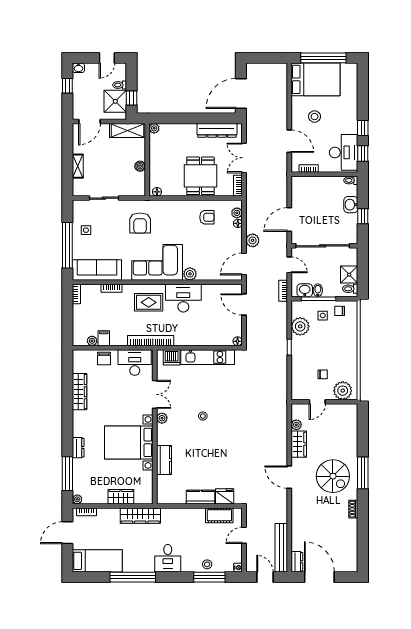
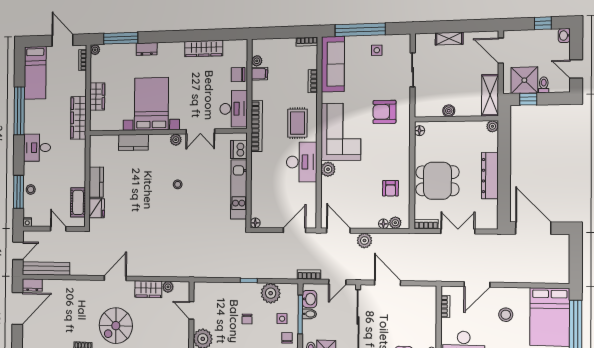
dresser: (217, 130) -> (490, 176), moved
chair: (323, 374) -> (247, 319), moved

